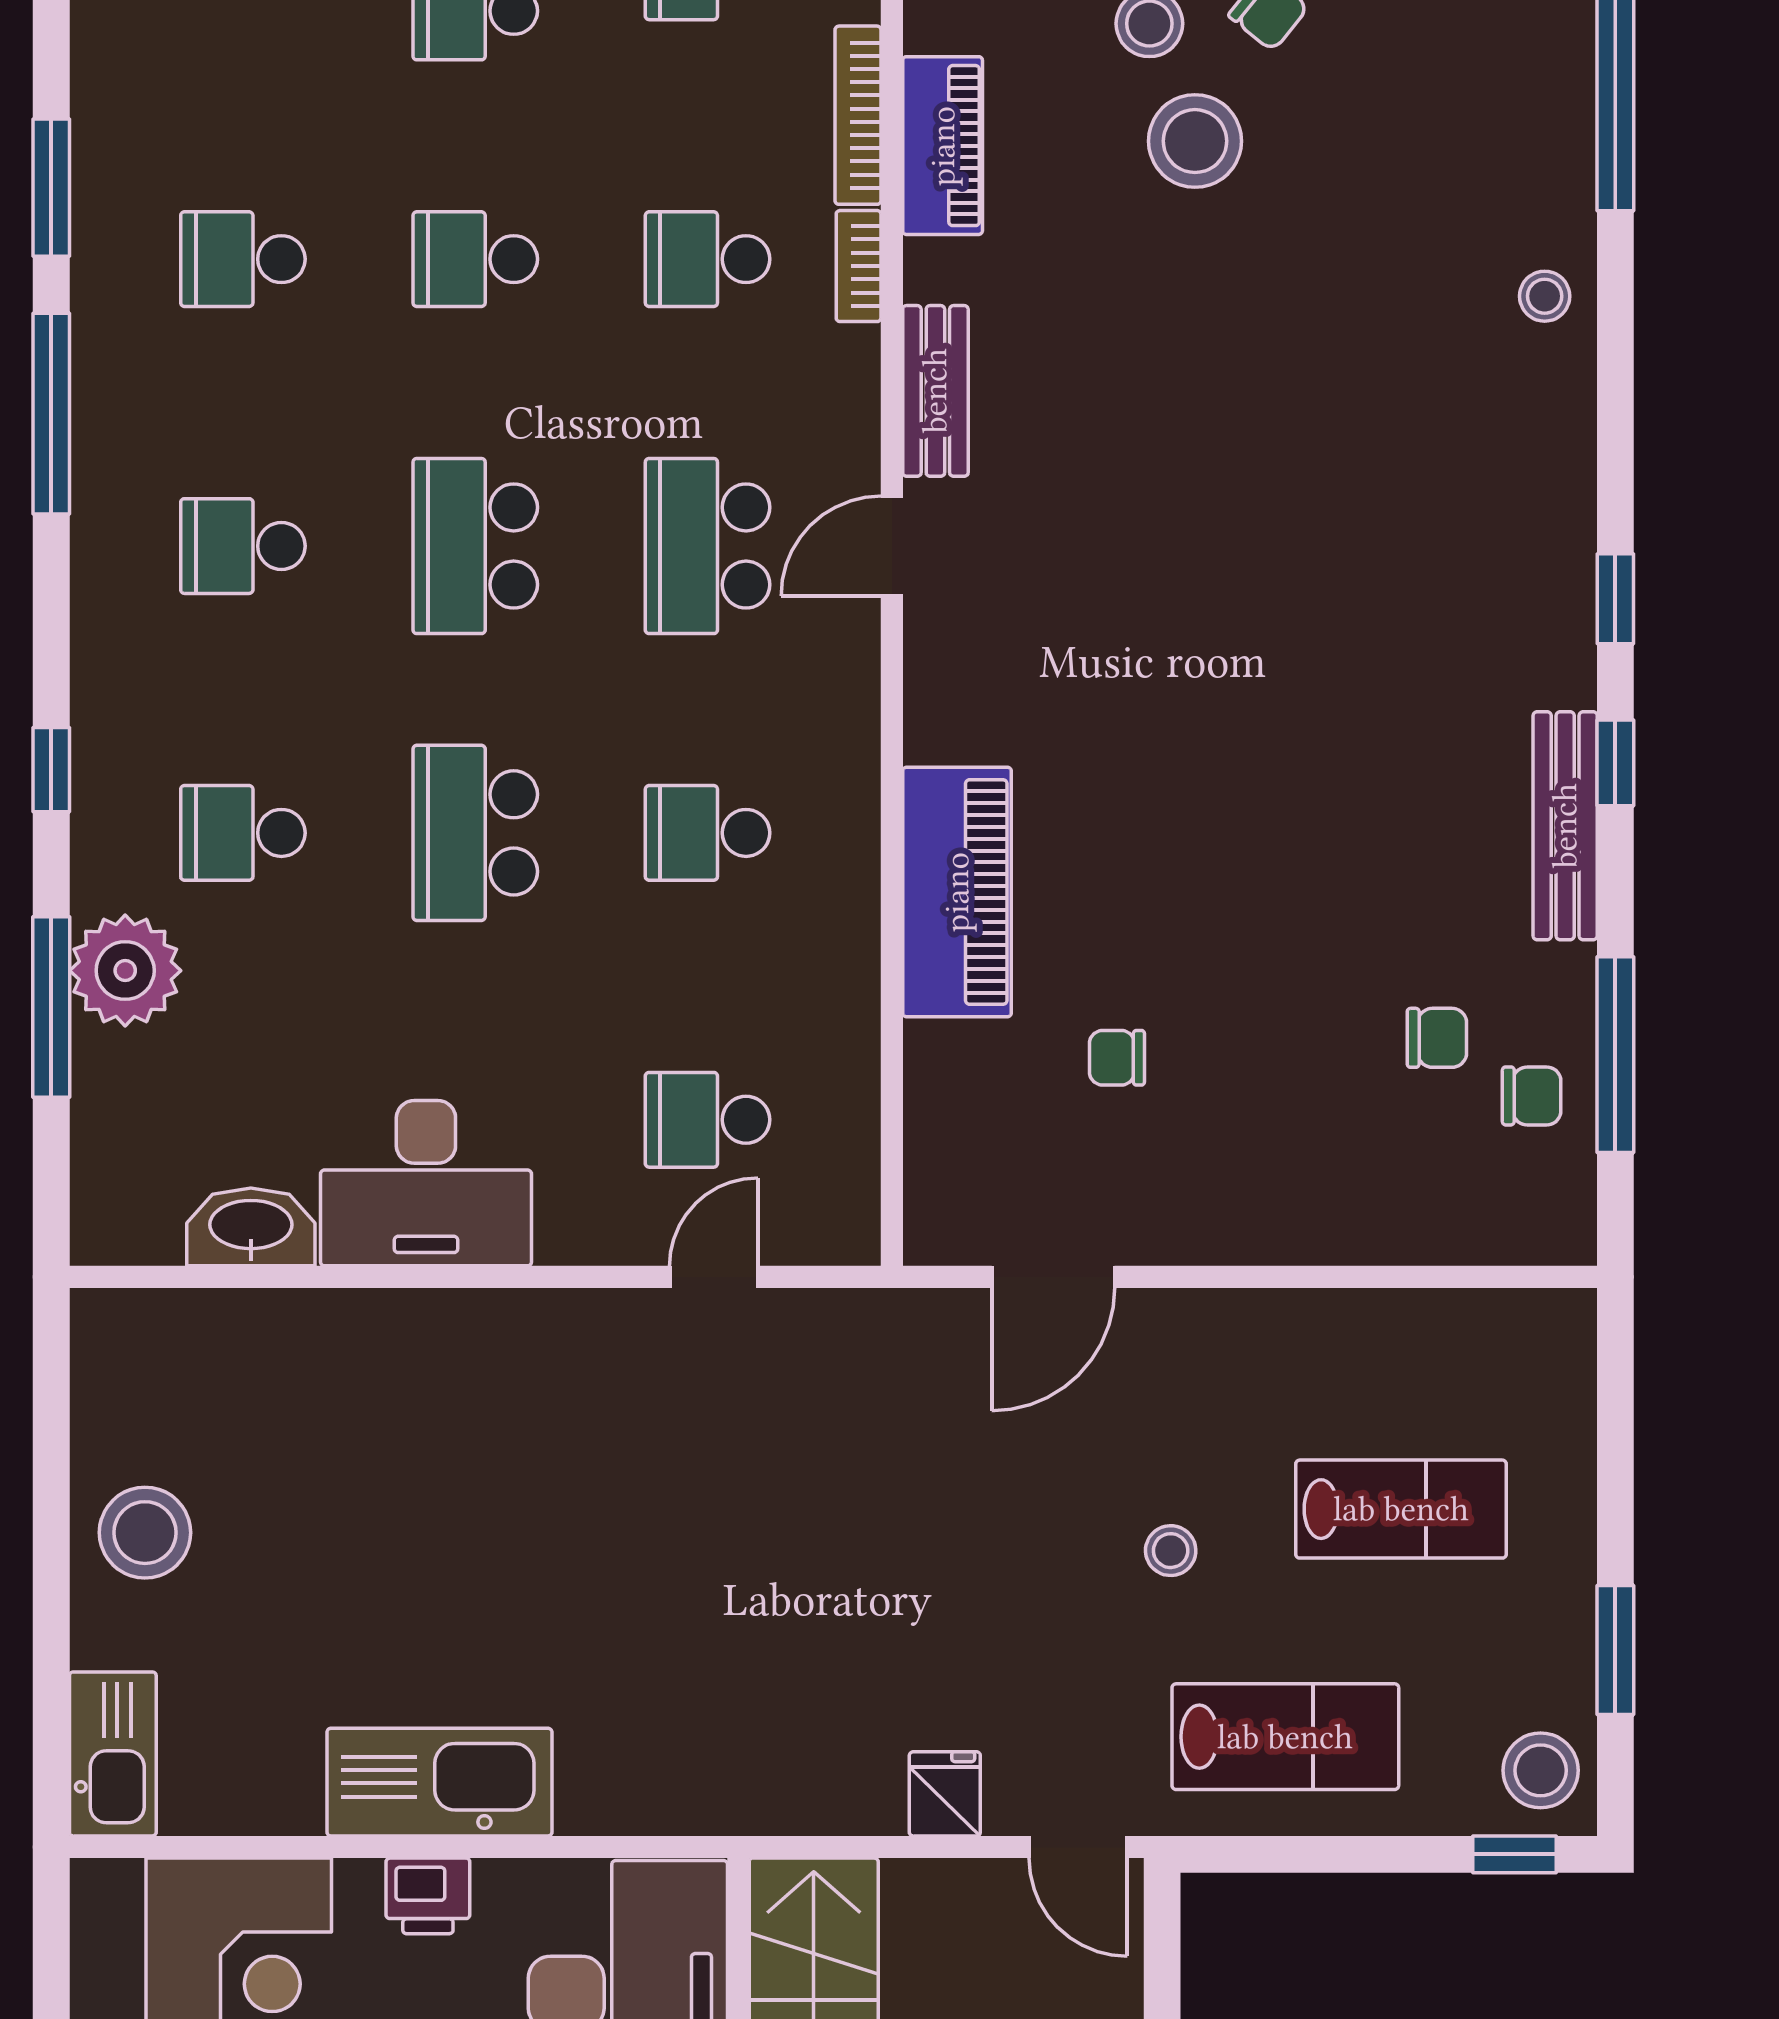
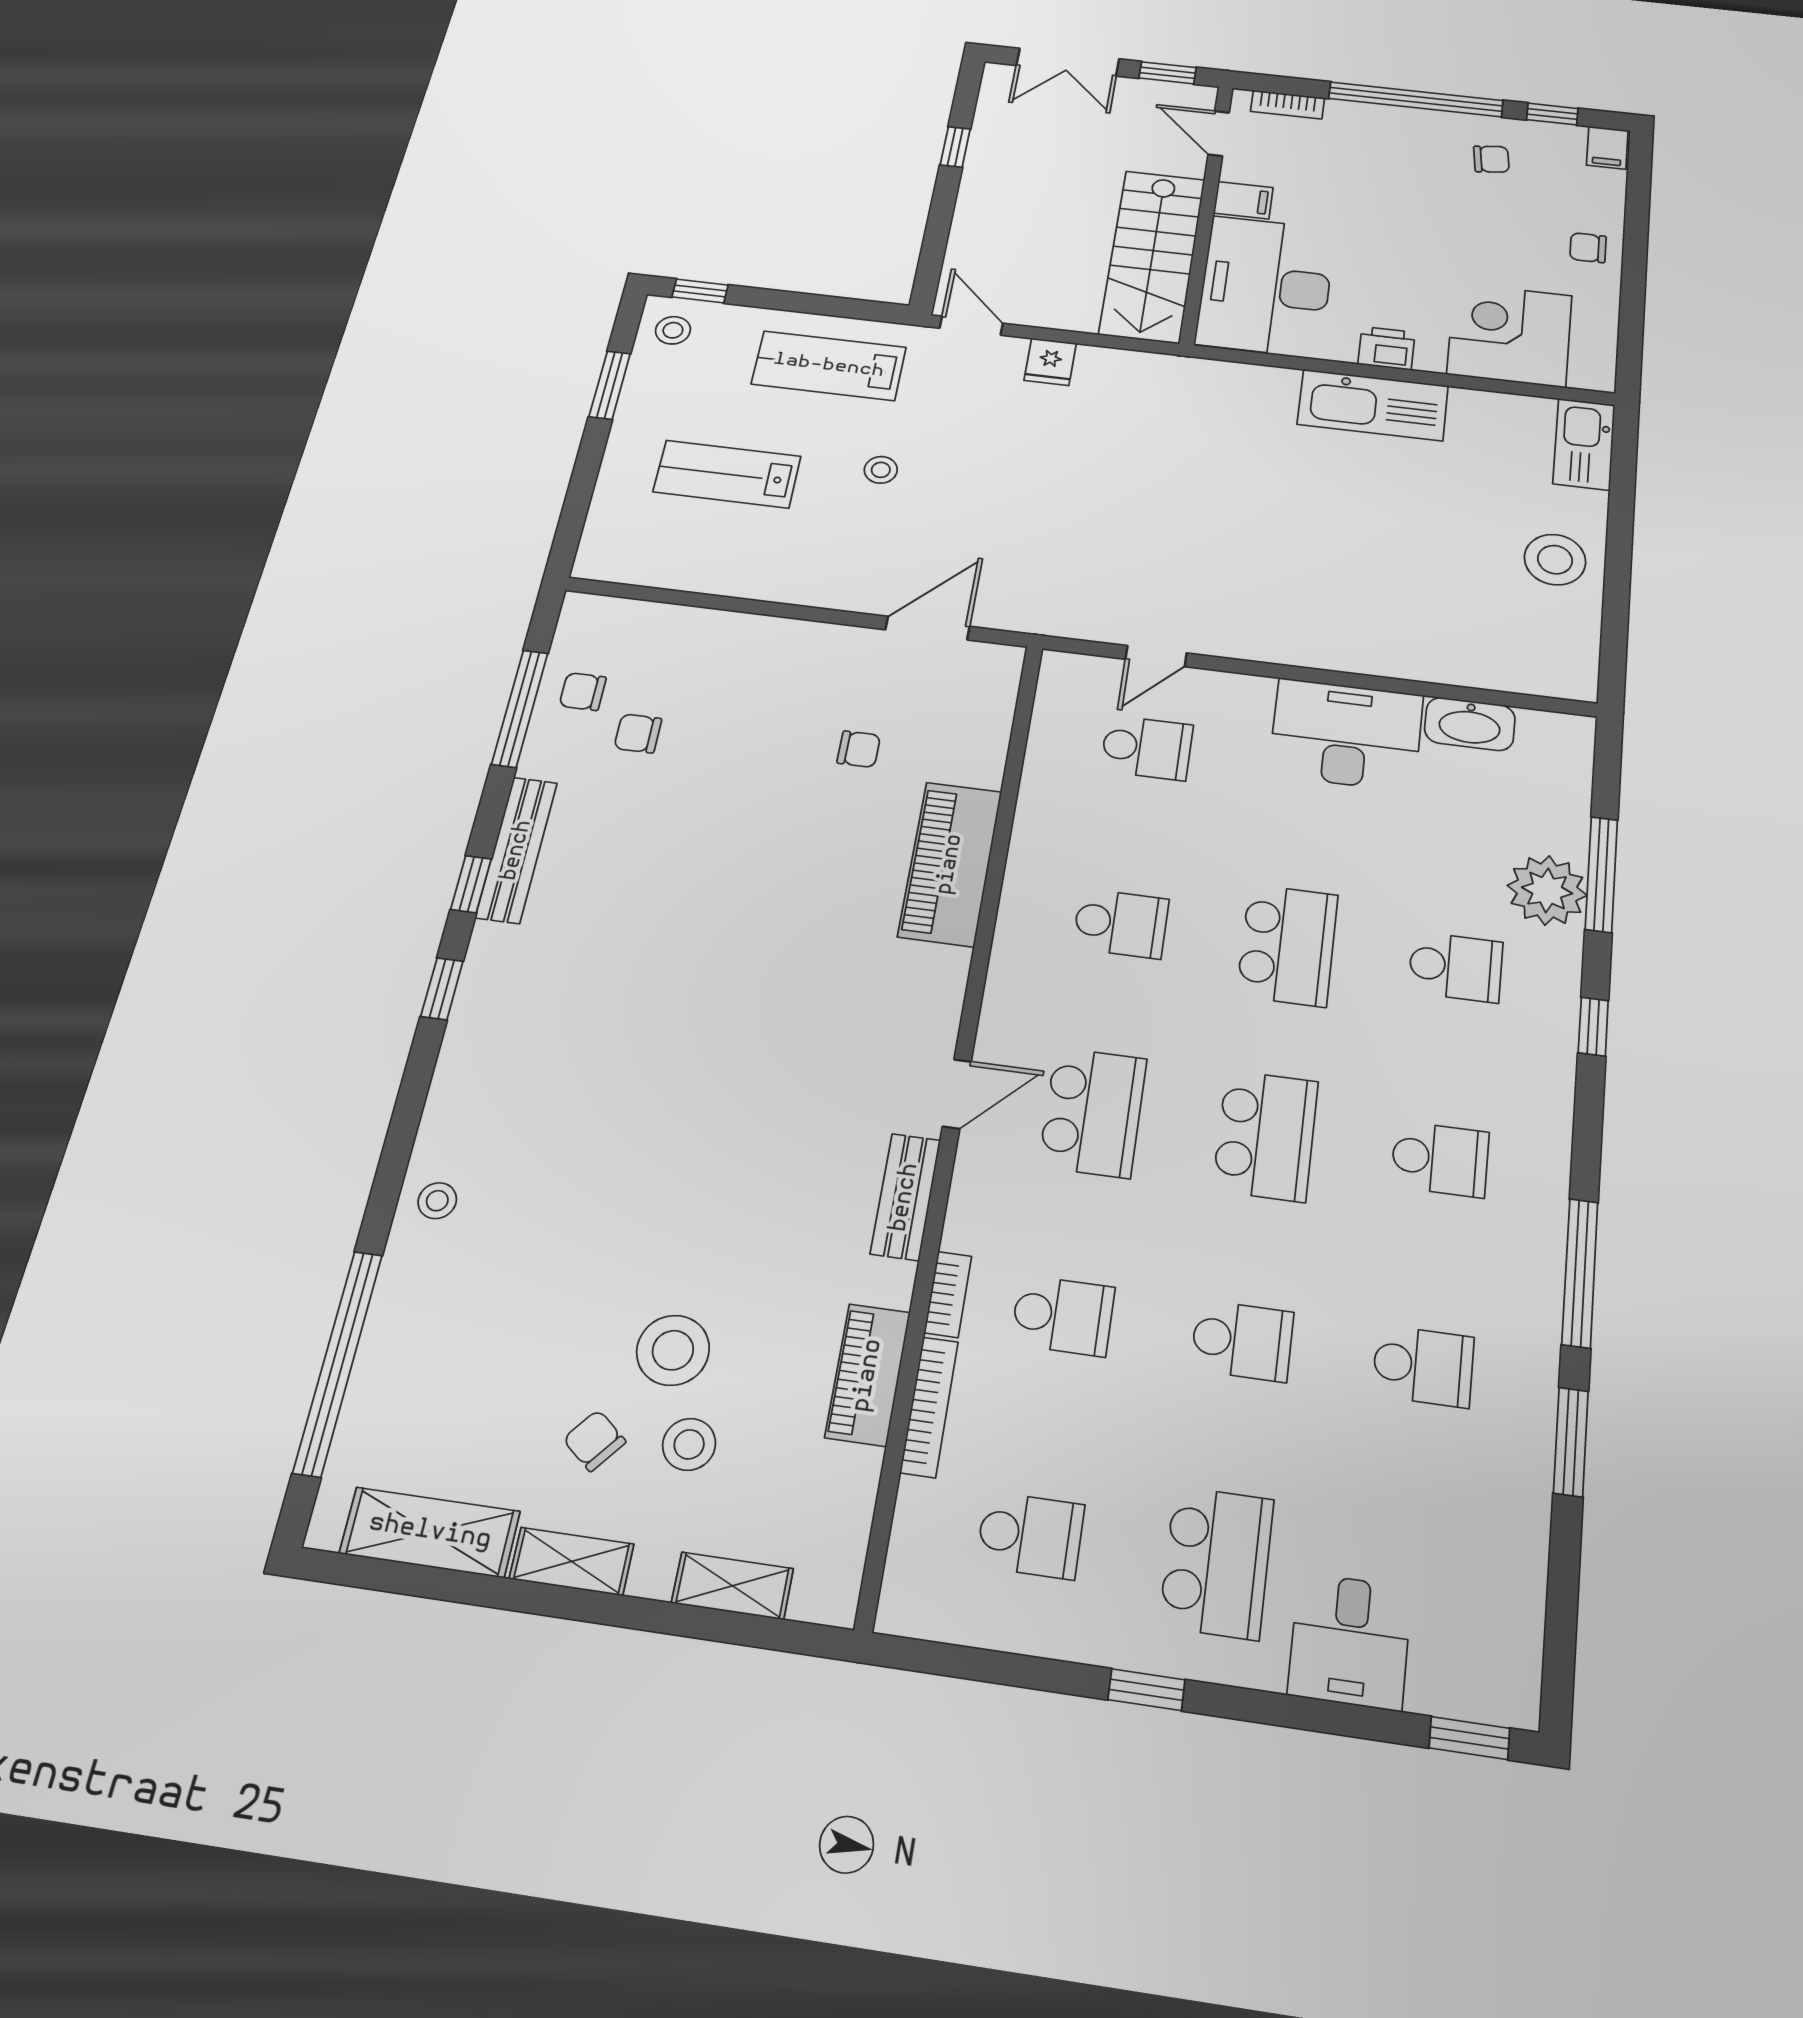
stool: (1541, 1770) -> (673, 330), width x0.73, depth x0.73

